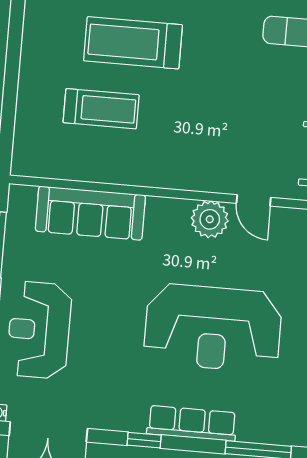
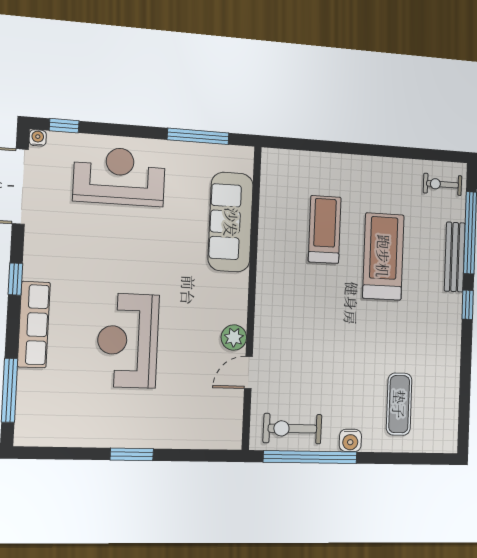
treadmill: (101, 109) -> (325, 229), turned 180
plant: (210, 219) -> (234, 338), width x0.73, depth x0.73
reception desk: (213, 328) -> (128, 340), width x0.74, depth x0.77

